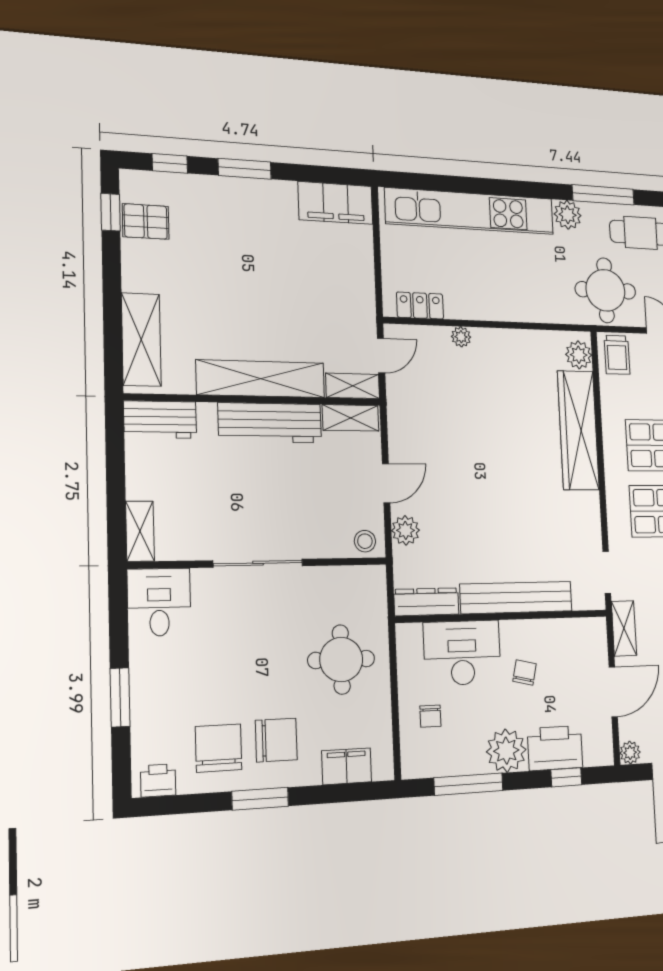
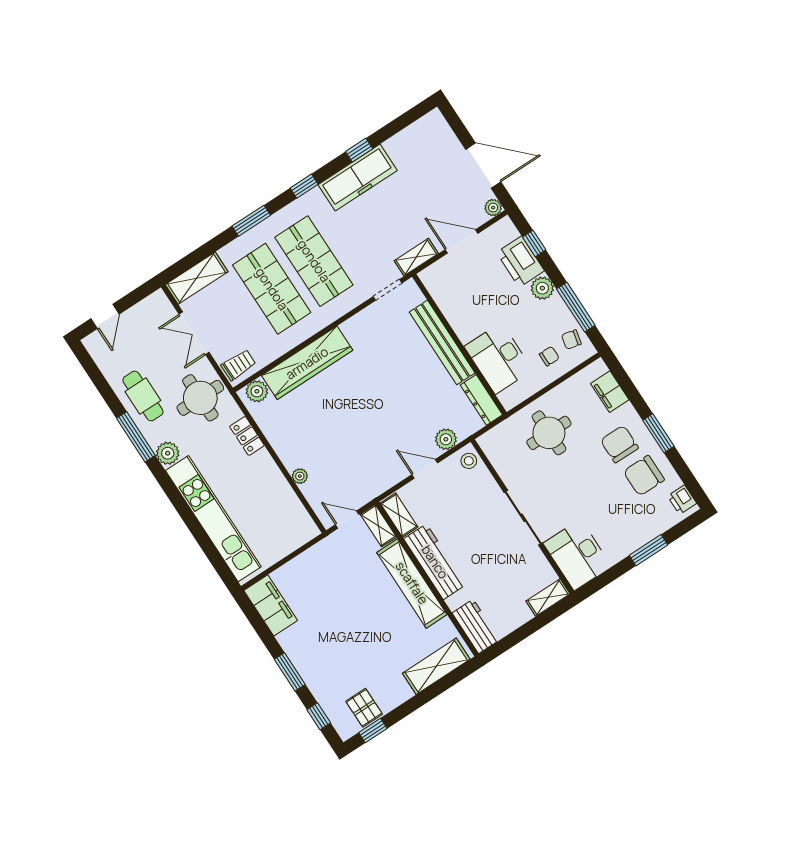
locker: (420, 306) -> (247, 436), moved
desk: (159, 602) -> (577, 555), width x1.37
chair: (525, 672) -> (571, 340), moved
plant: (506, 751) -> (542, 288), width x0.73, depth x0.73

